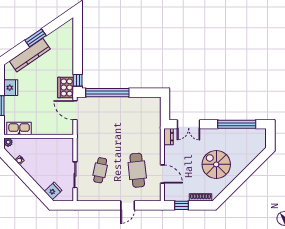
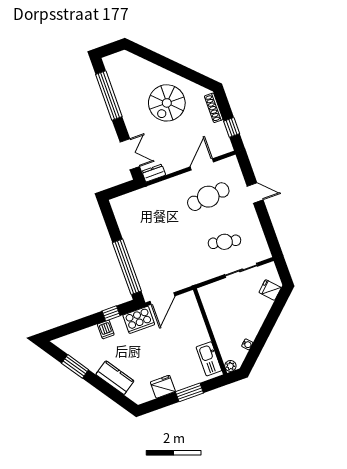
window: (36, 38) -> (75, 366), moved
kitchen counter: (30, 55) -> (115, 378), width x0.67
dishwasher: (67, 61) -> (106, 330), added
window: (78, 80) -> (111, 313), moved

